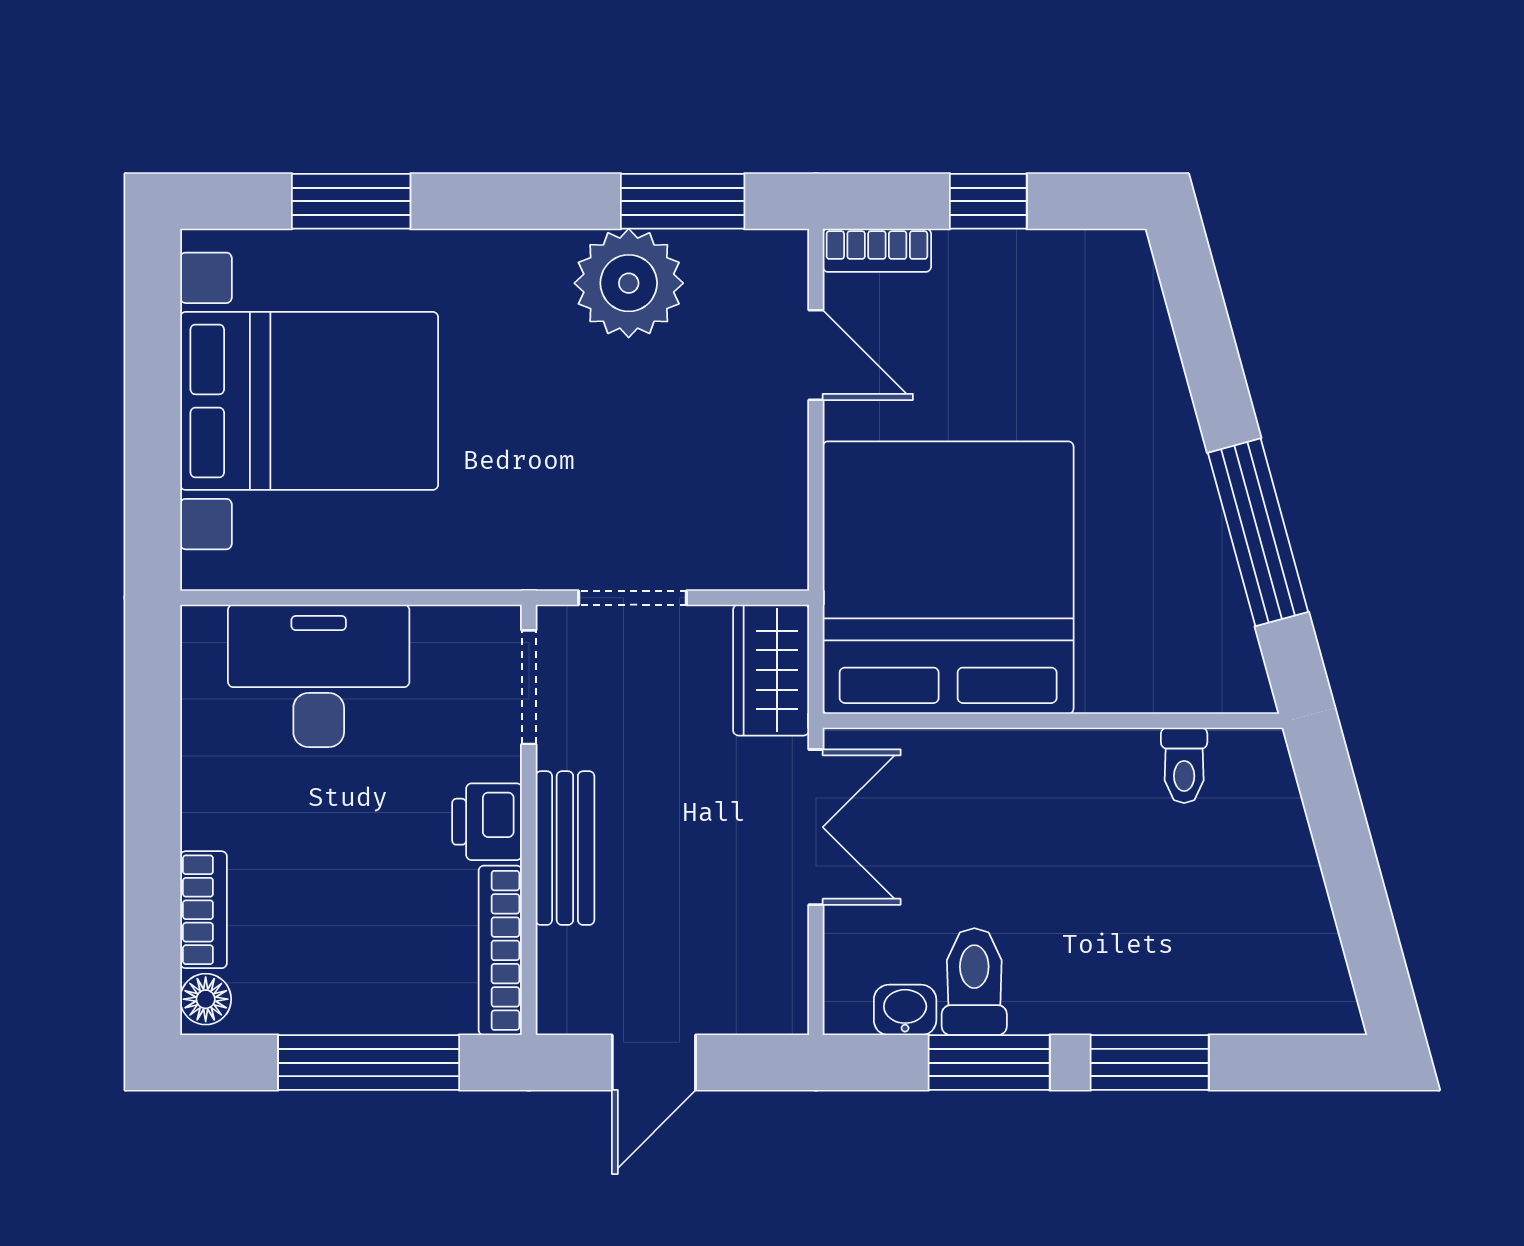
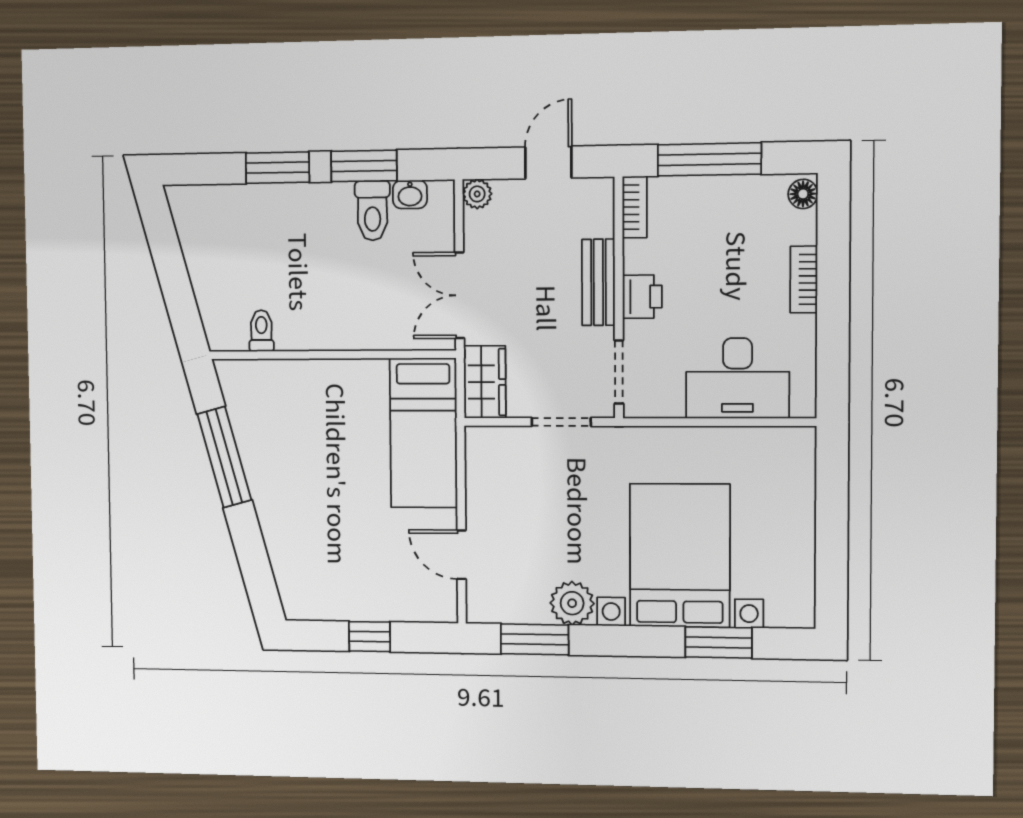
bookcase: (877, 250) -> (429, 611), removed
plant: (629, 283) -> (572, 603), width x0.73, depth x0.73
bed with nightstands: (309, 401) -> (680, 556), moved, turned 90
bed: (948, 578) -> (424, 433), width x0.49
bookcase: (204, 910) -> (804, 279), moved
bookcase: (500, 950) -> (635, 207), width x0.64
plant: (783, 1009) -> (477, 194), added

